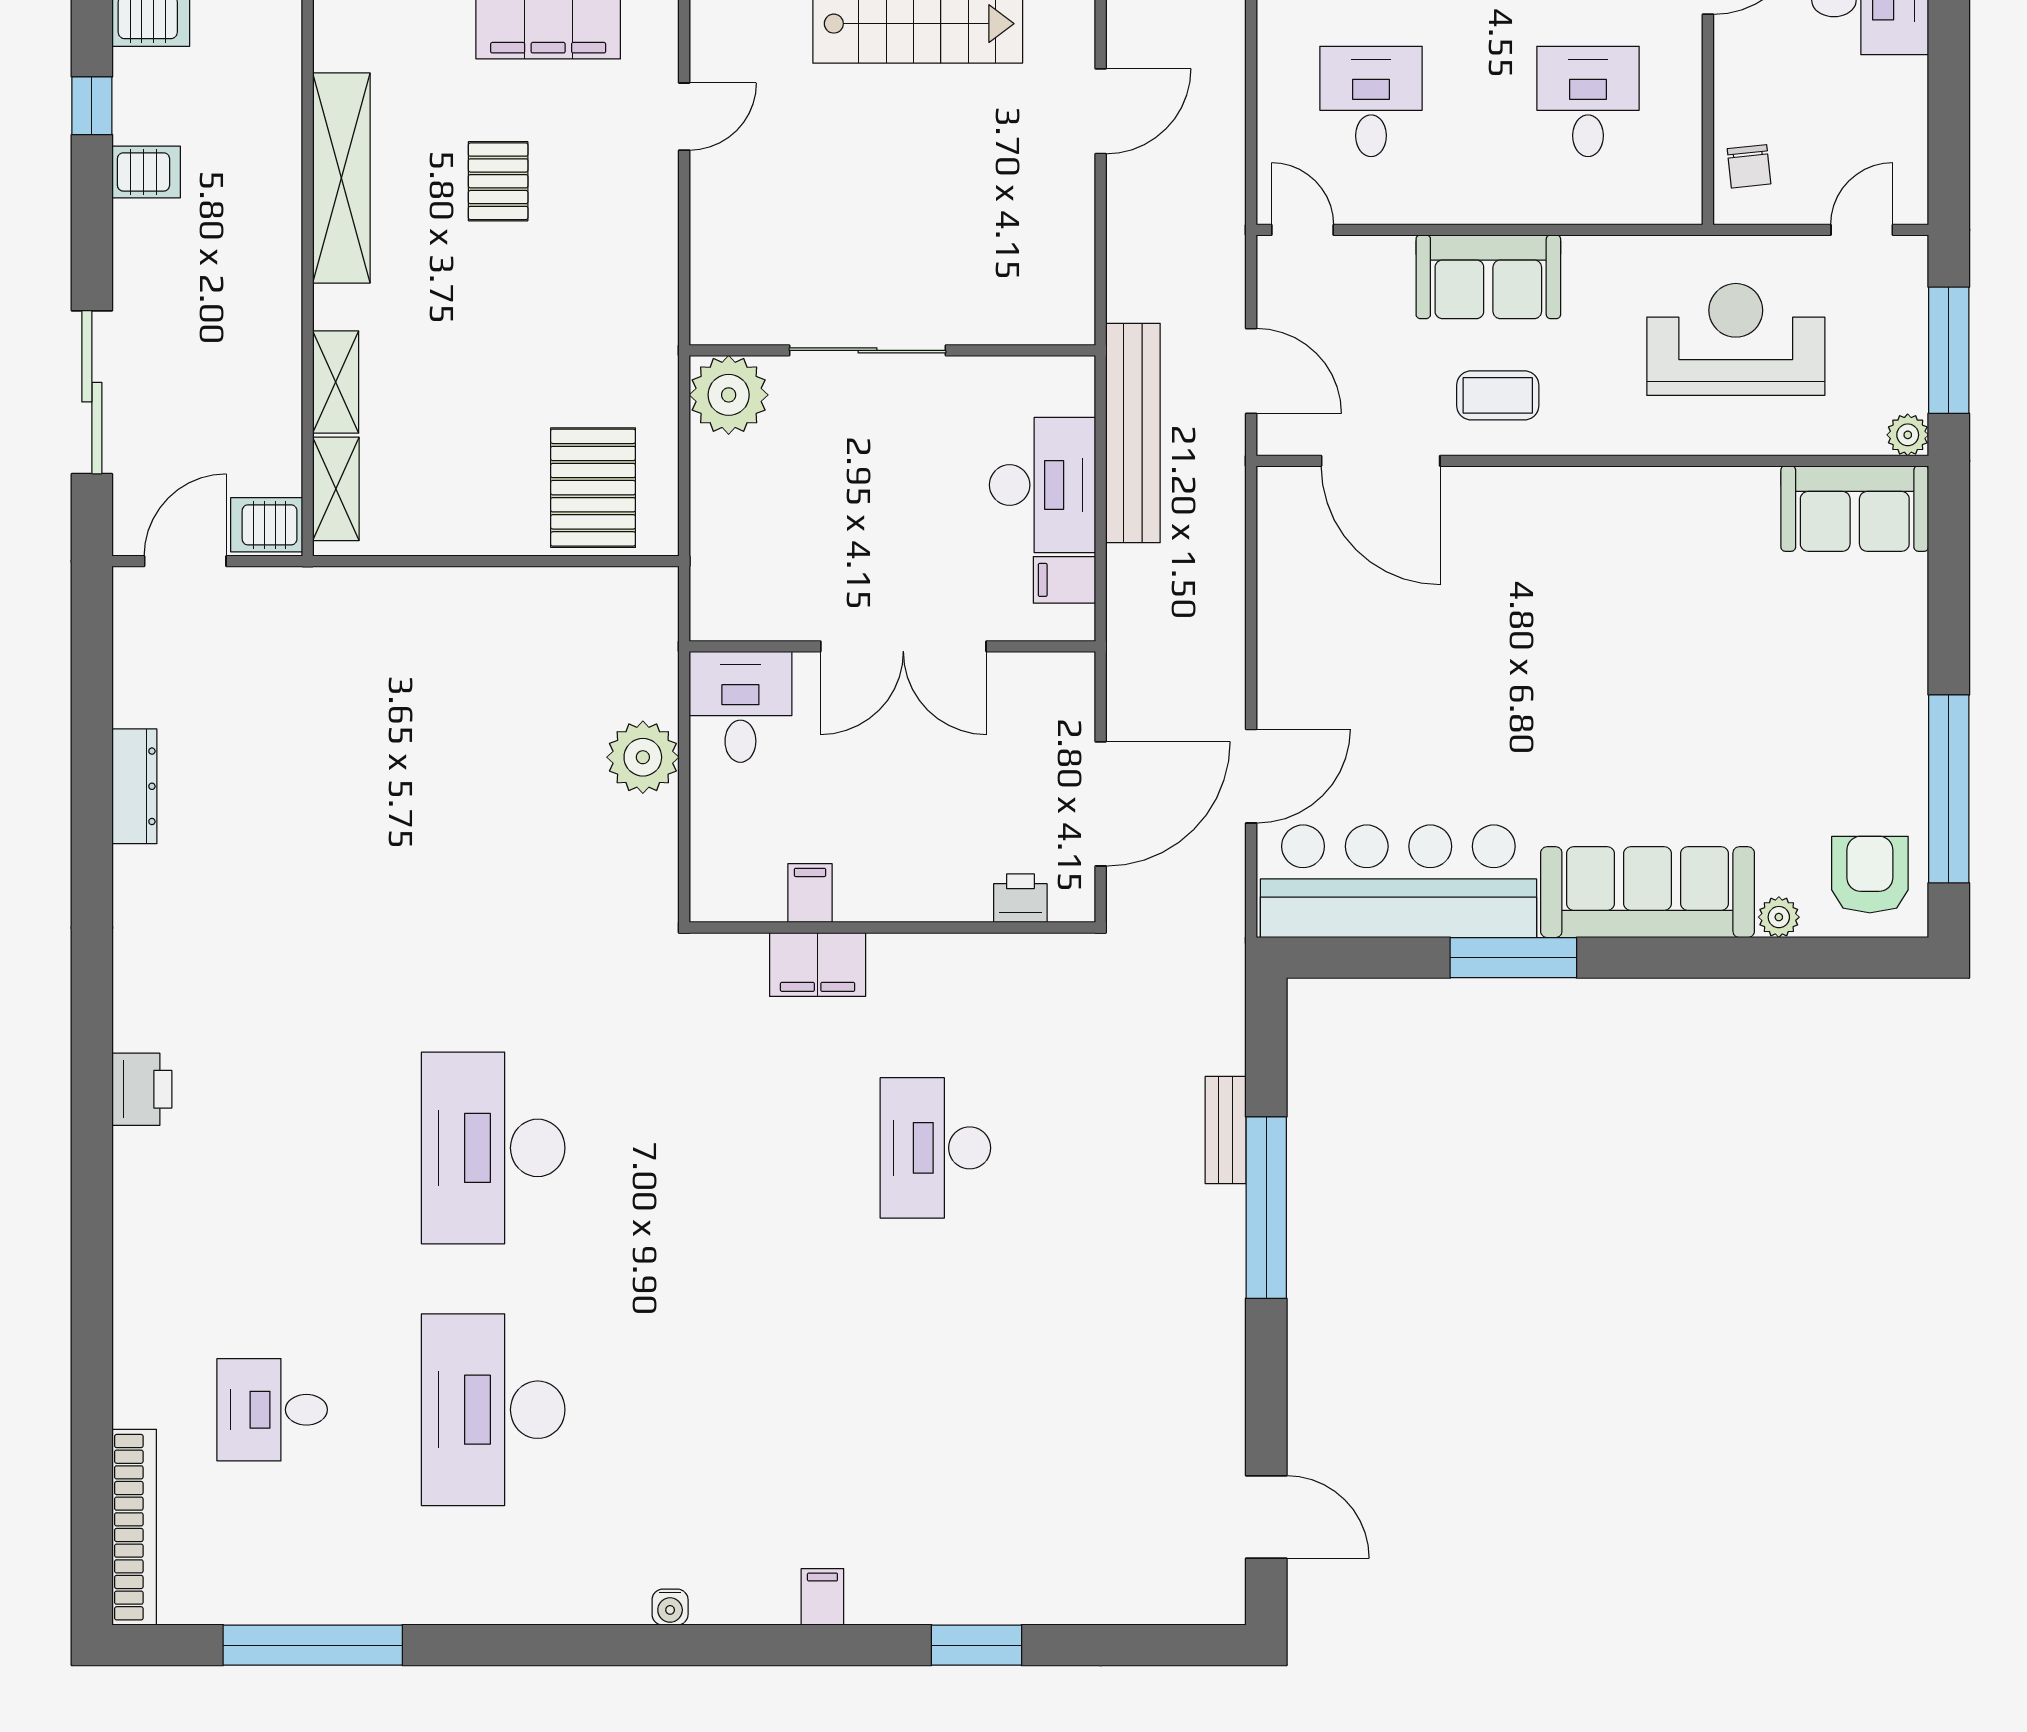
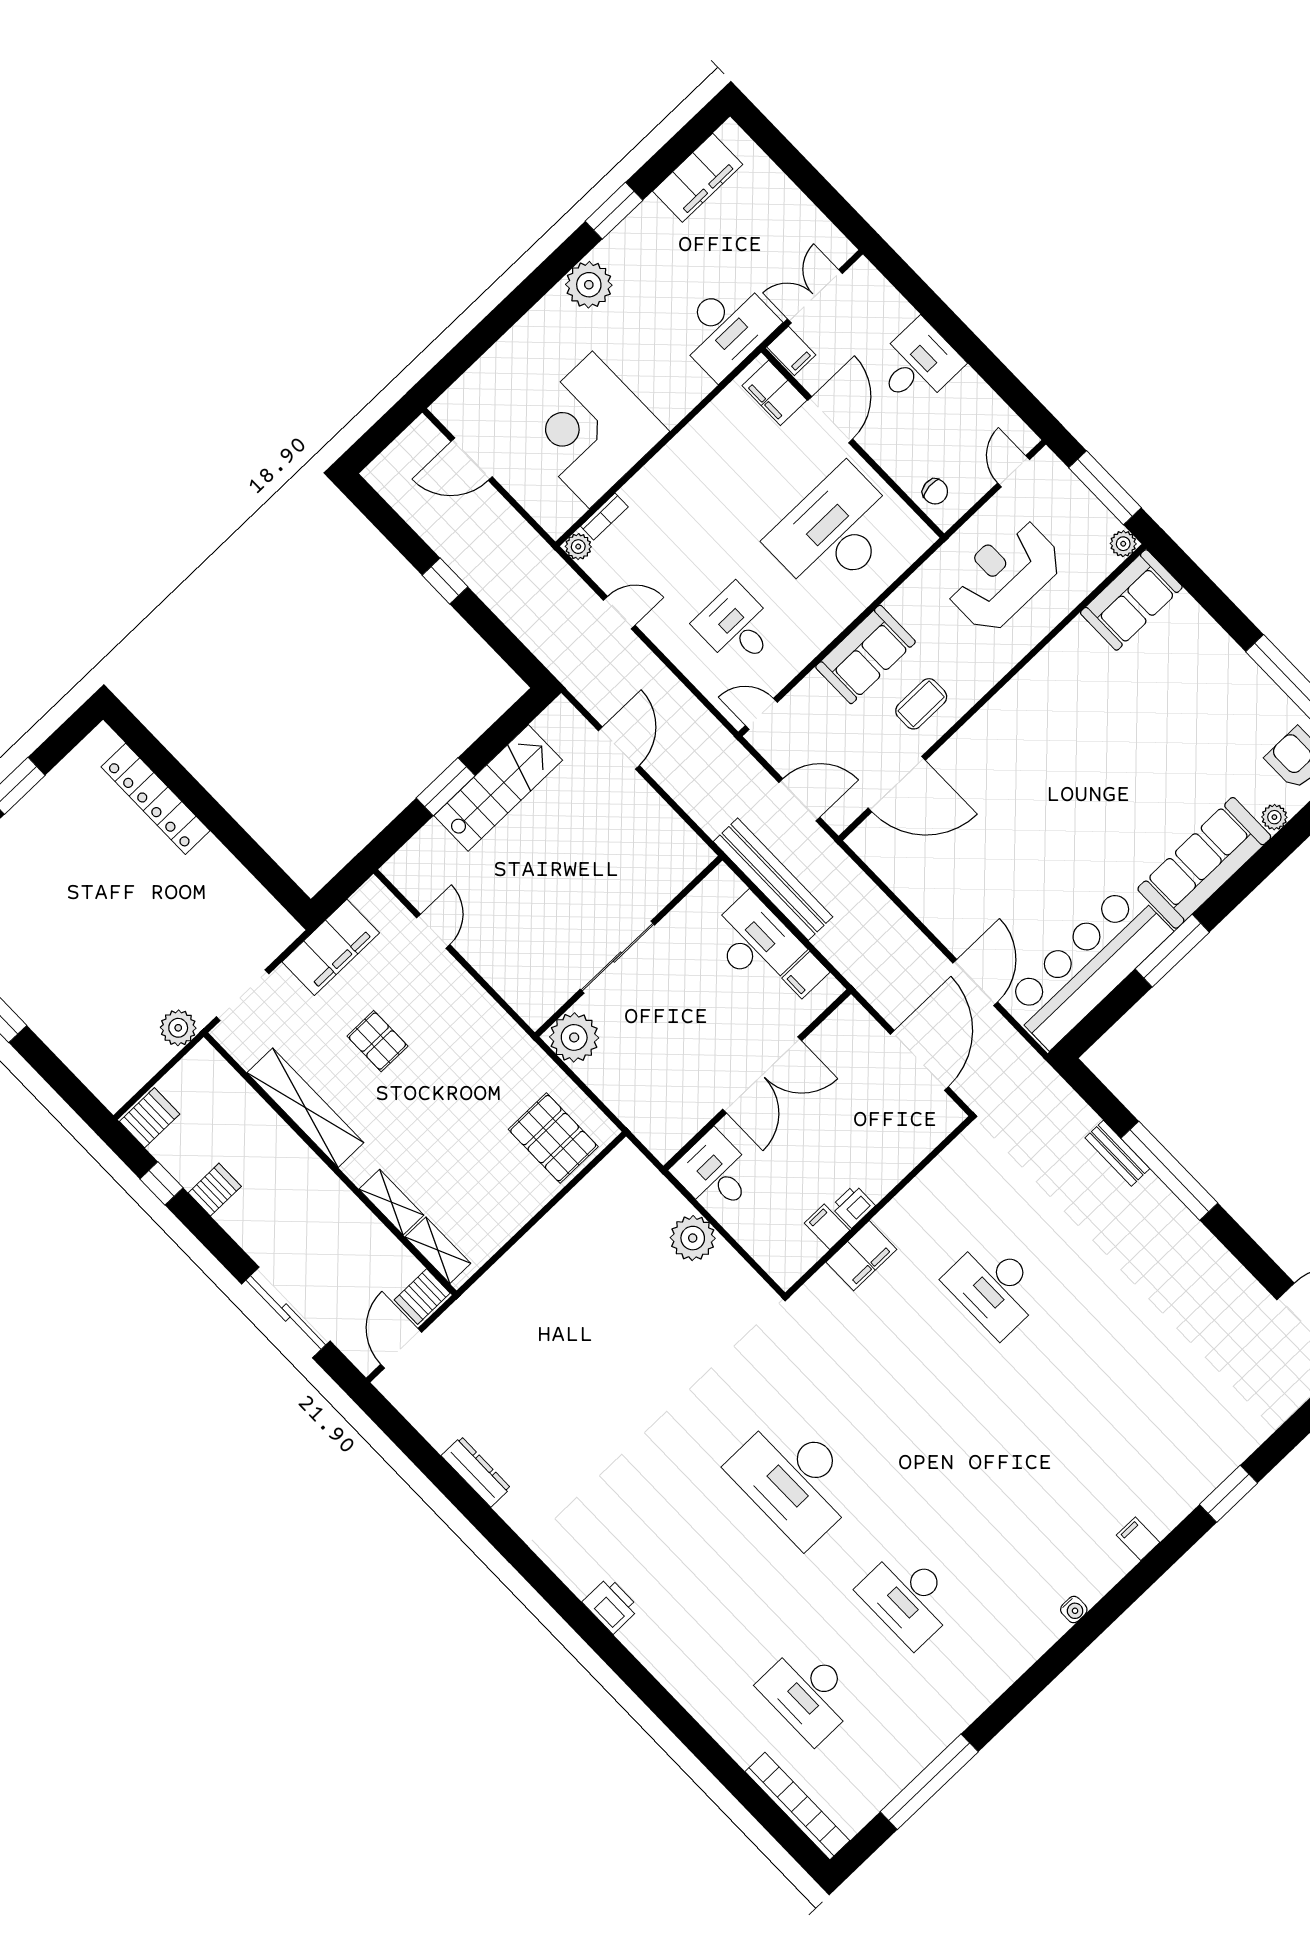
desk: (1588, 102) -> (834, 532), width x1.87, depth x1.30
printer: (1020, 898) -> (853, 1206), moved
desk: (272, 1410) -> (809, 1693), width x1.37
desk: (493, 1410) -> (908, 1597), width x0.73, depth x0.77

